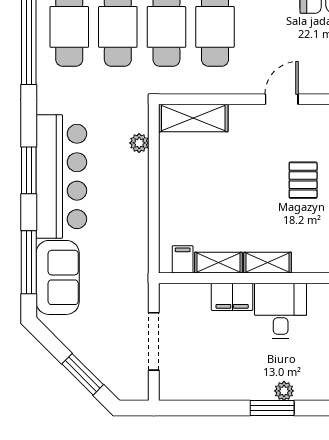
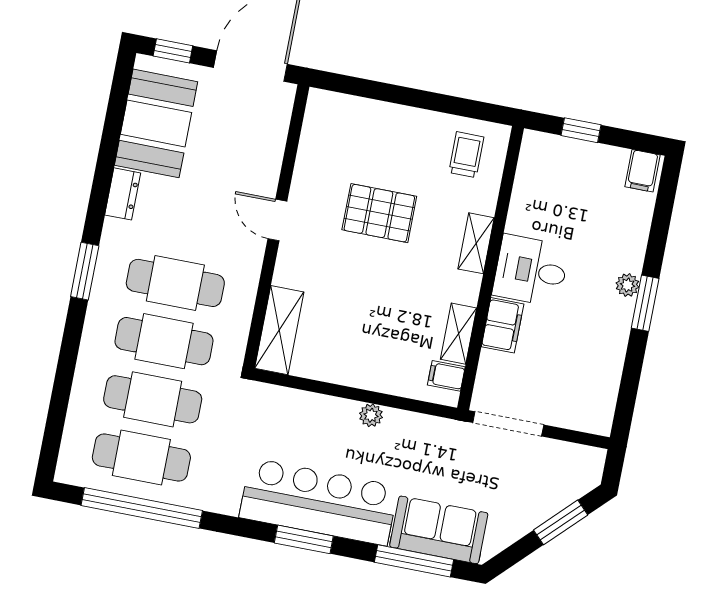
plant: (139, 143) -> (371, 415), moved
pallet: (303, 180) -> (379, 213), width x1.50, depth x1.42
shelving: (268, 263) -> (476, 243), moved
doorway: (154, 341) -> (508, 424), moved

